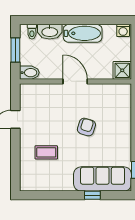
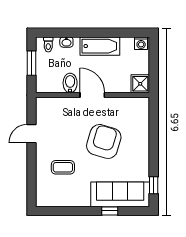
washbasin: (50, 32) -> (66, 42), width x0.52, depth x0.69
bidet: (29, 73) -> (70, 83), moved, turned -90
armchair: (86, 127) -> (104, 141), width x1.88, depth x1.88

